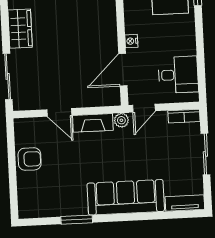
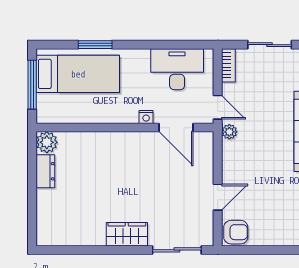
desk: (178, 75) -> (177, 69), width x1.37
fireplace: (93, 123) -> (231, 162), removed
armchair: (30, 159) -> (236, 232), moved, turned 90

